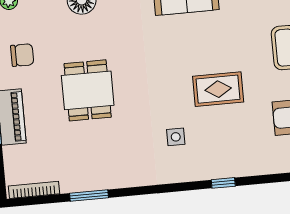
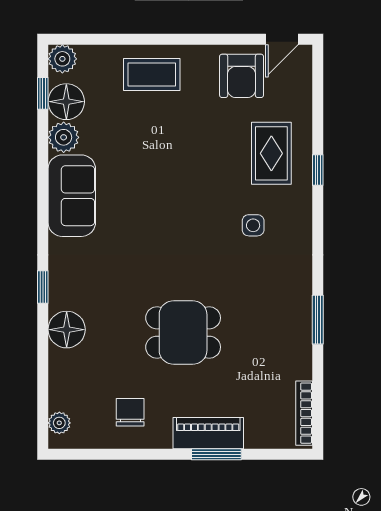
rug: (218, 89) -> (271, 153), moved
window: (89, 195) -> (318, 320), moved

